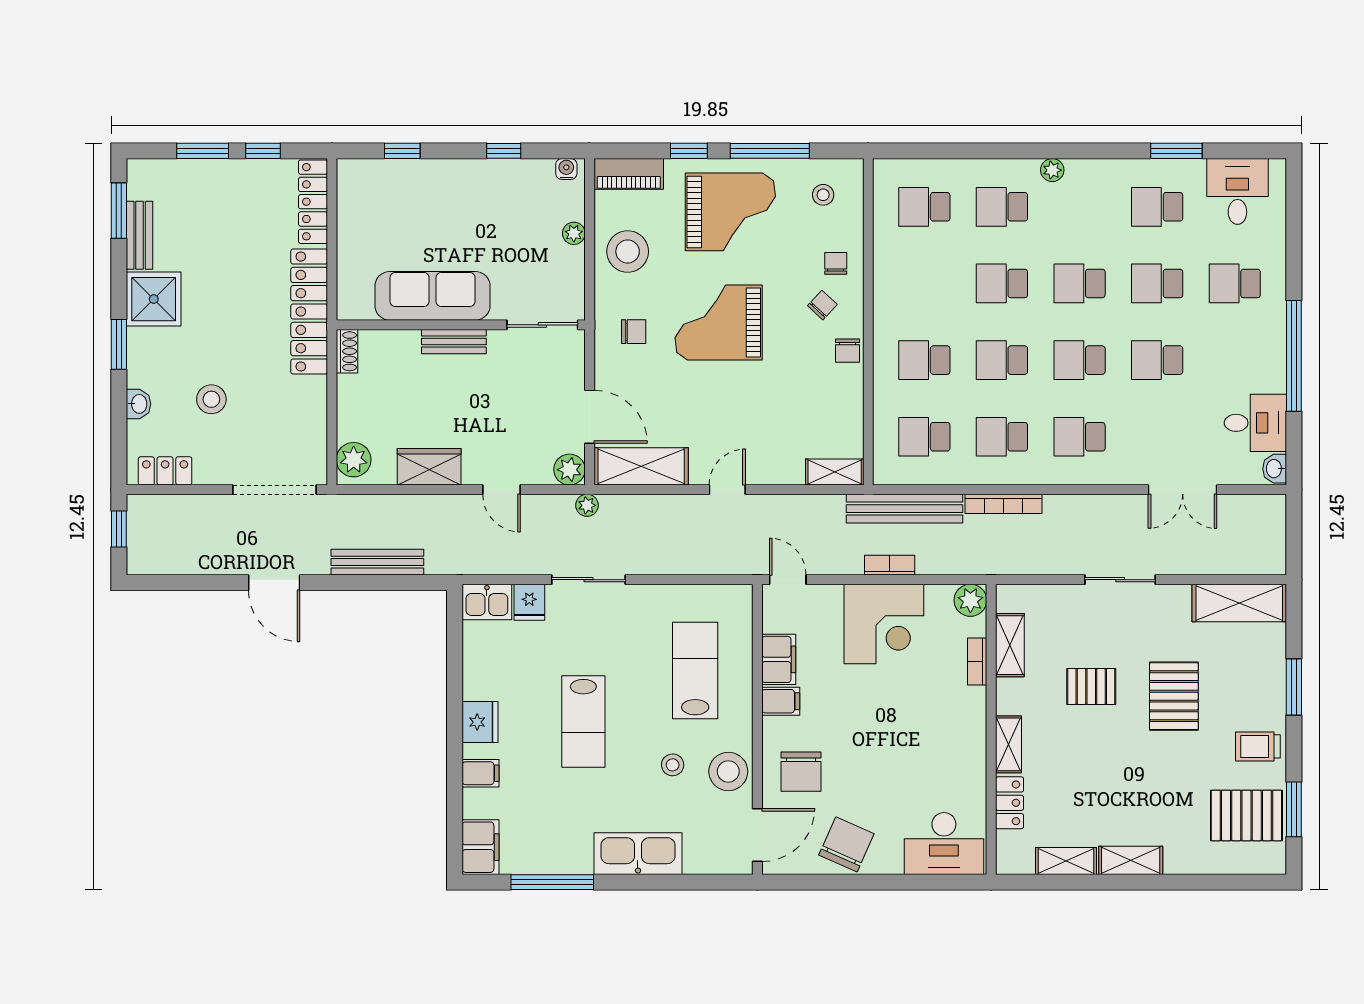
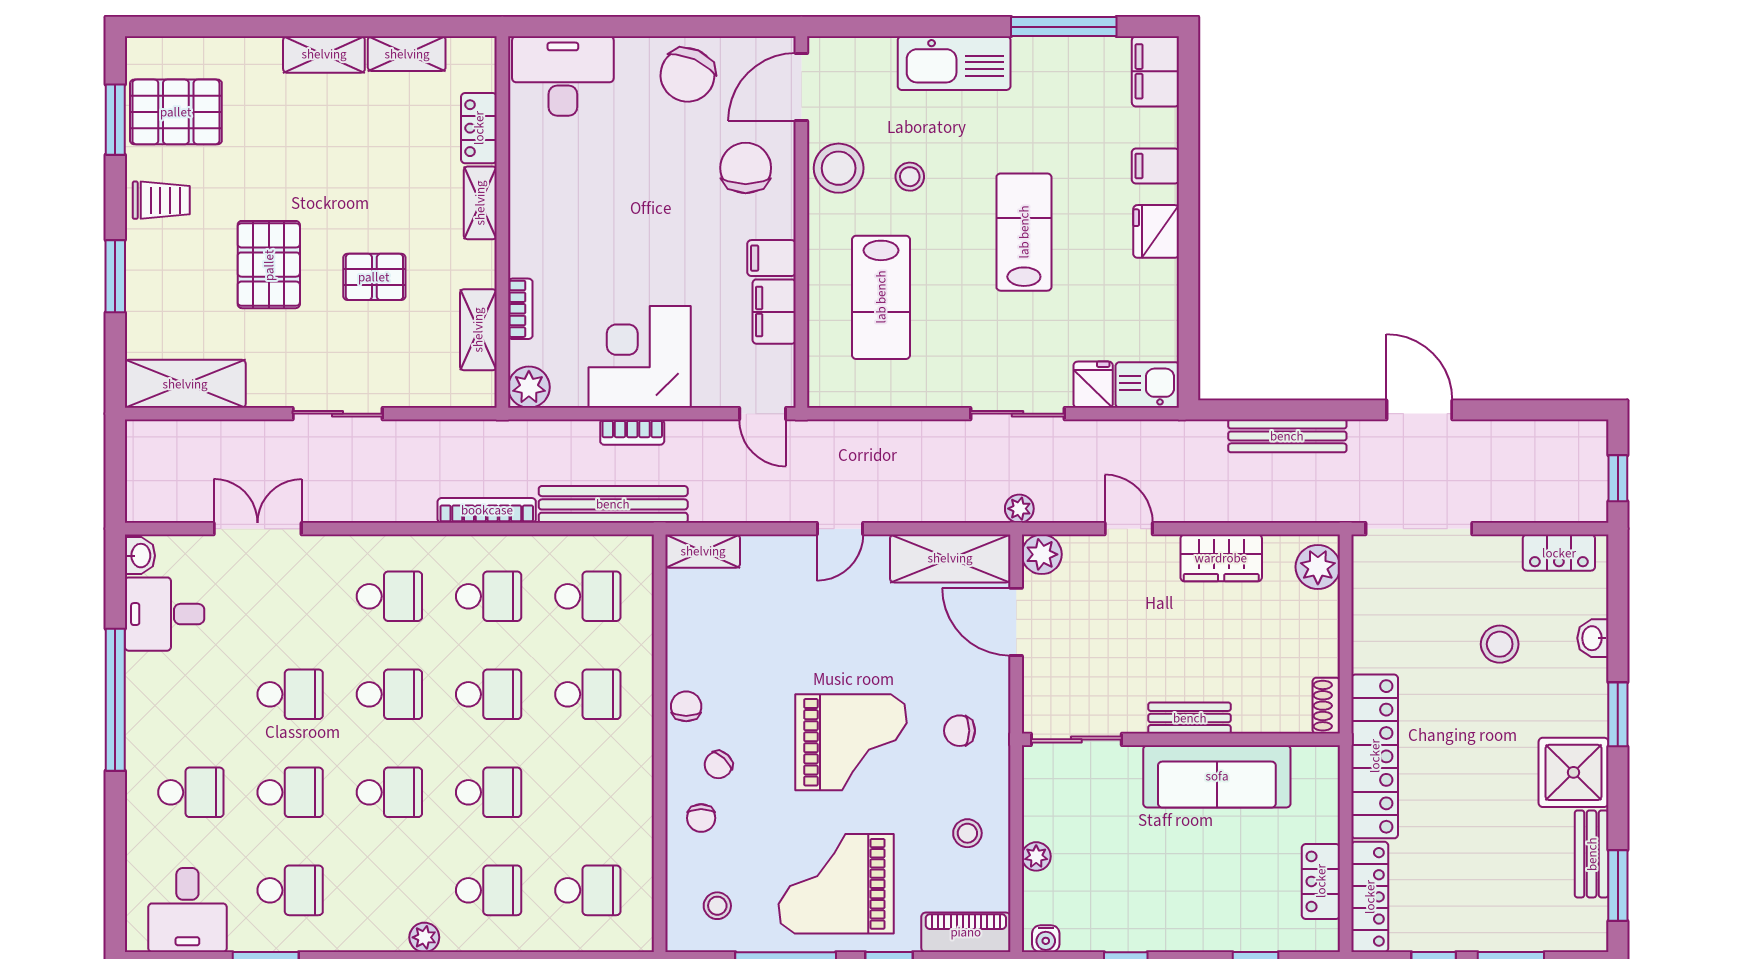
locker: (351, 214) -> (1321, 881), added
stool: (628, 252) -> (967, 833), width x0.53, depth x0.53

